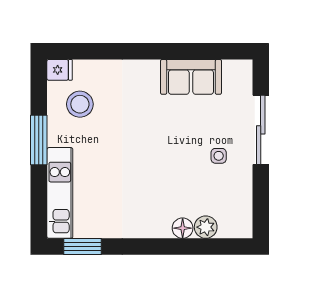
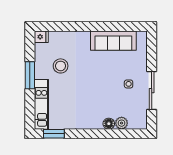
sofa: (191, 77) -> (113, 41), width x1.36
stool: (80, 104) -> (61, 66), moved
sliding door: (261, 130) -> (152, 91), moved

